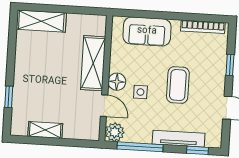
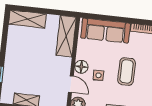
sofa: (147, 31) -> (106, 31), width x1.36
shelving: (93, 63) -> (66, 36), moved

